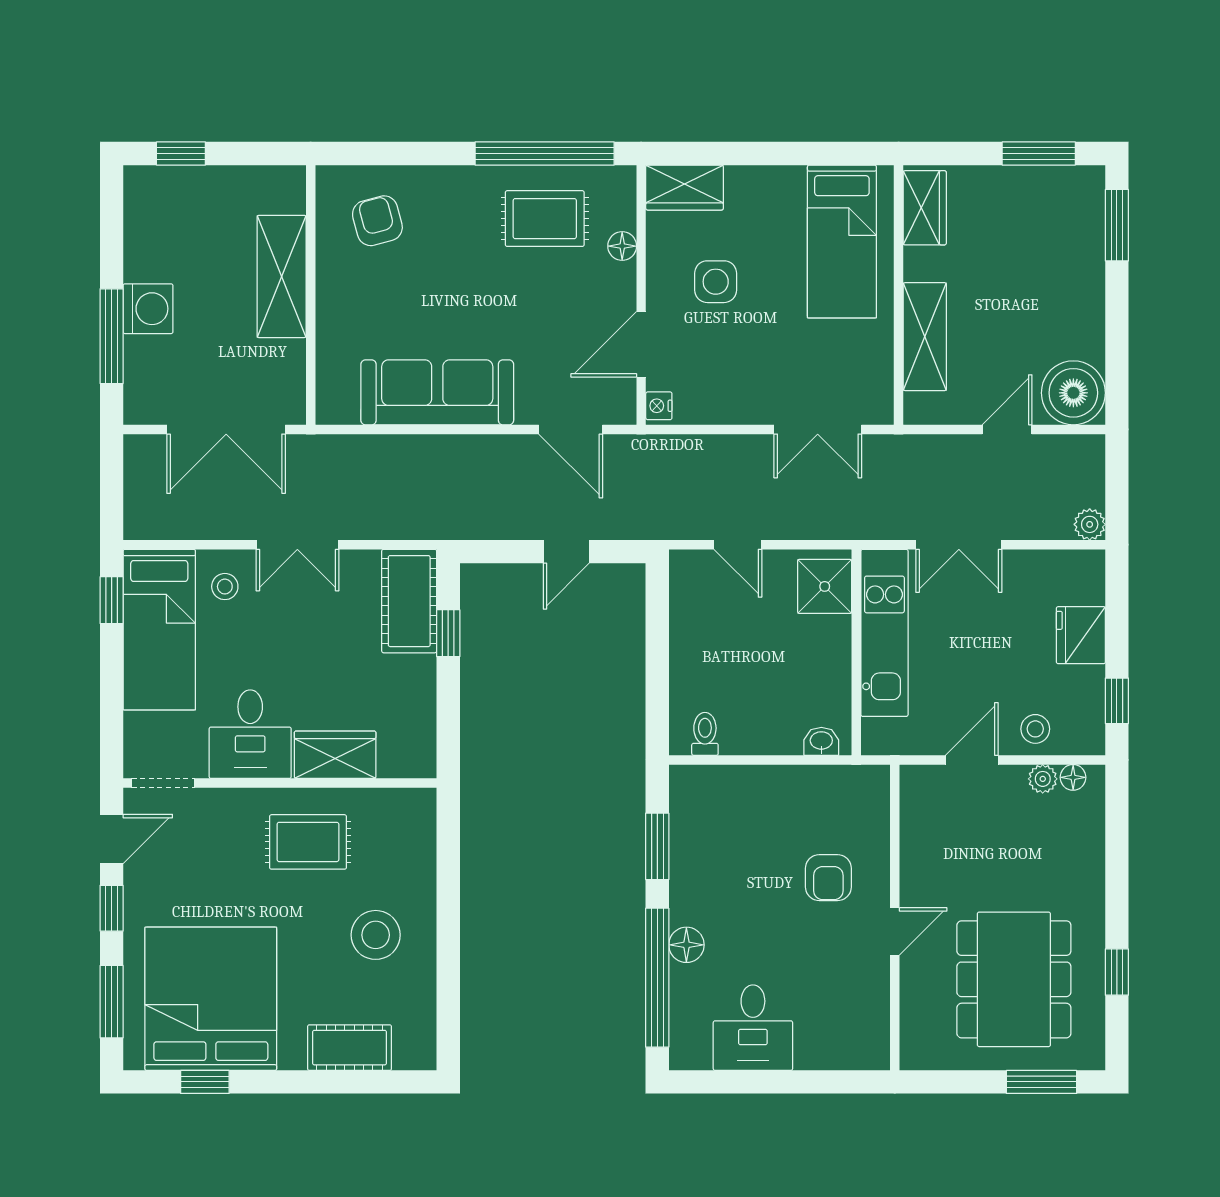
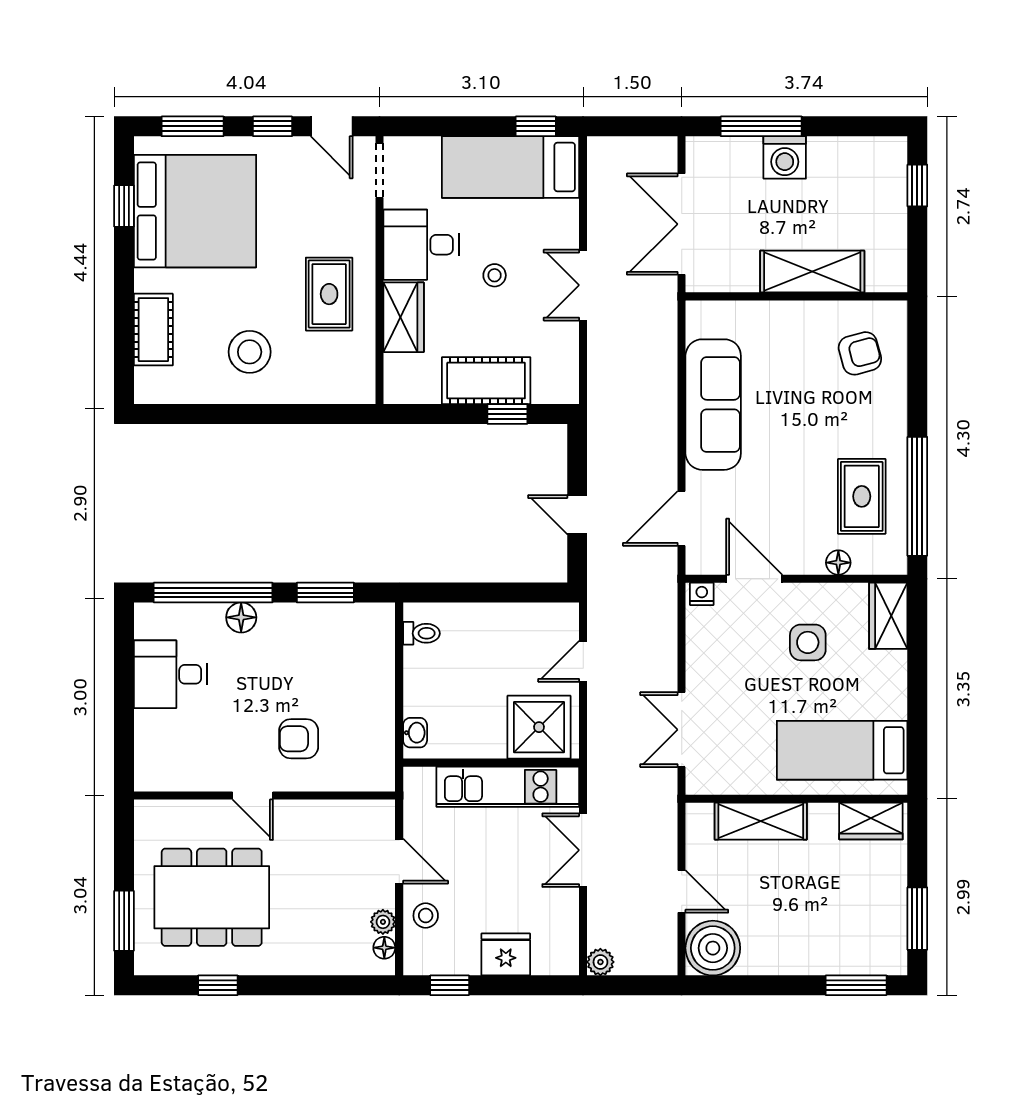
shower: (825, 586) -> (539, 727), width x1.36, depth x1.36
stool: (225, 587) -> (495, 275), moved
cot: (409, 601) -> (486, 381), moved

